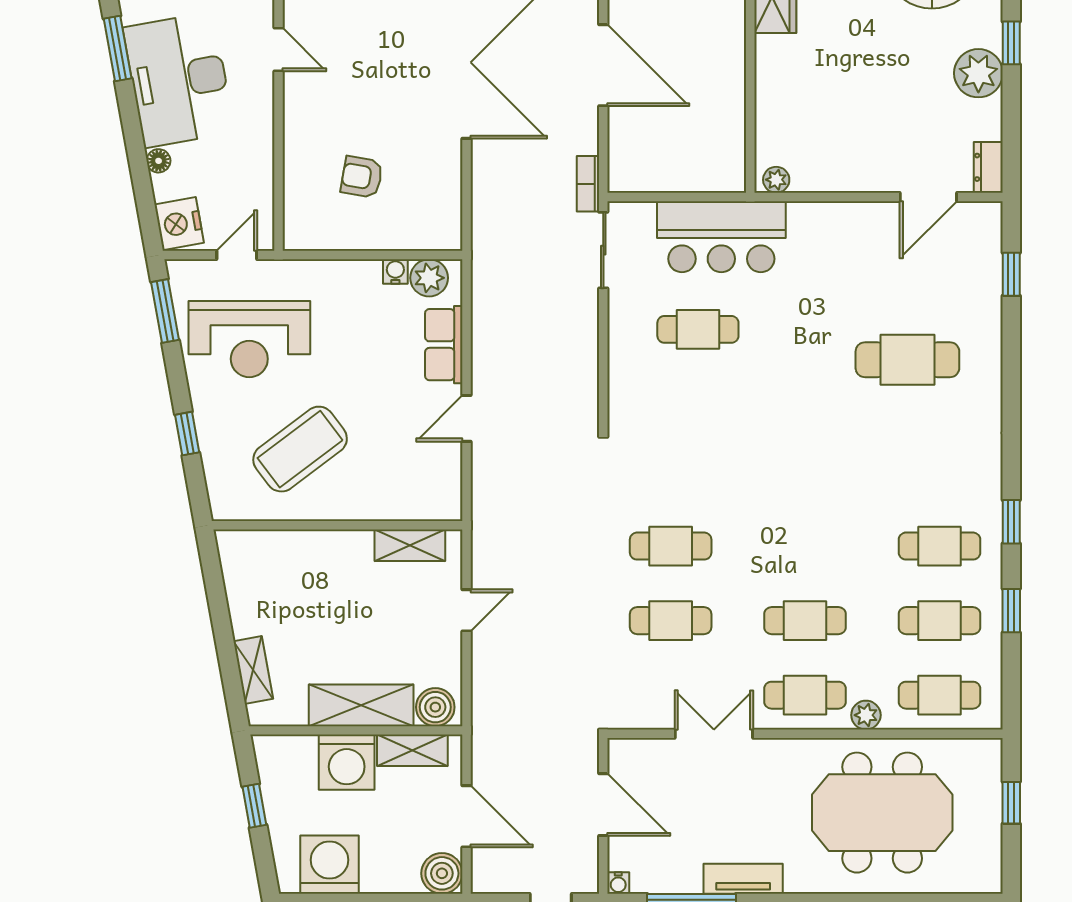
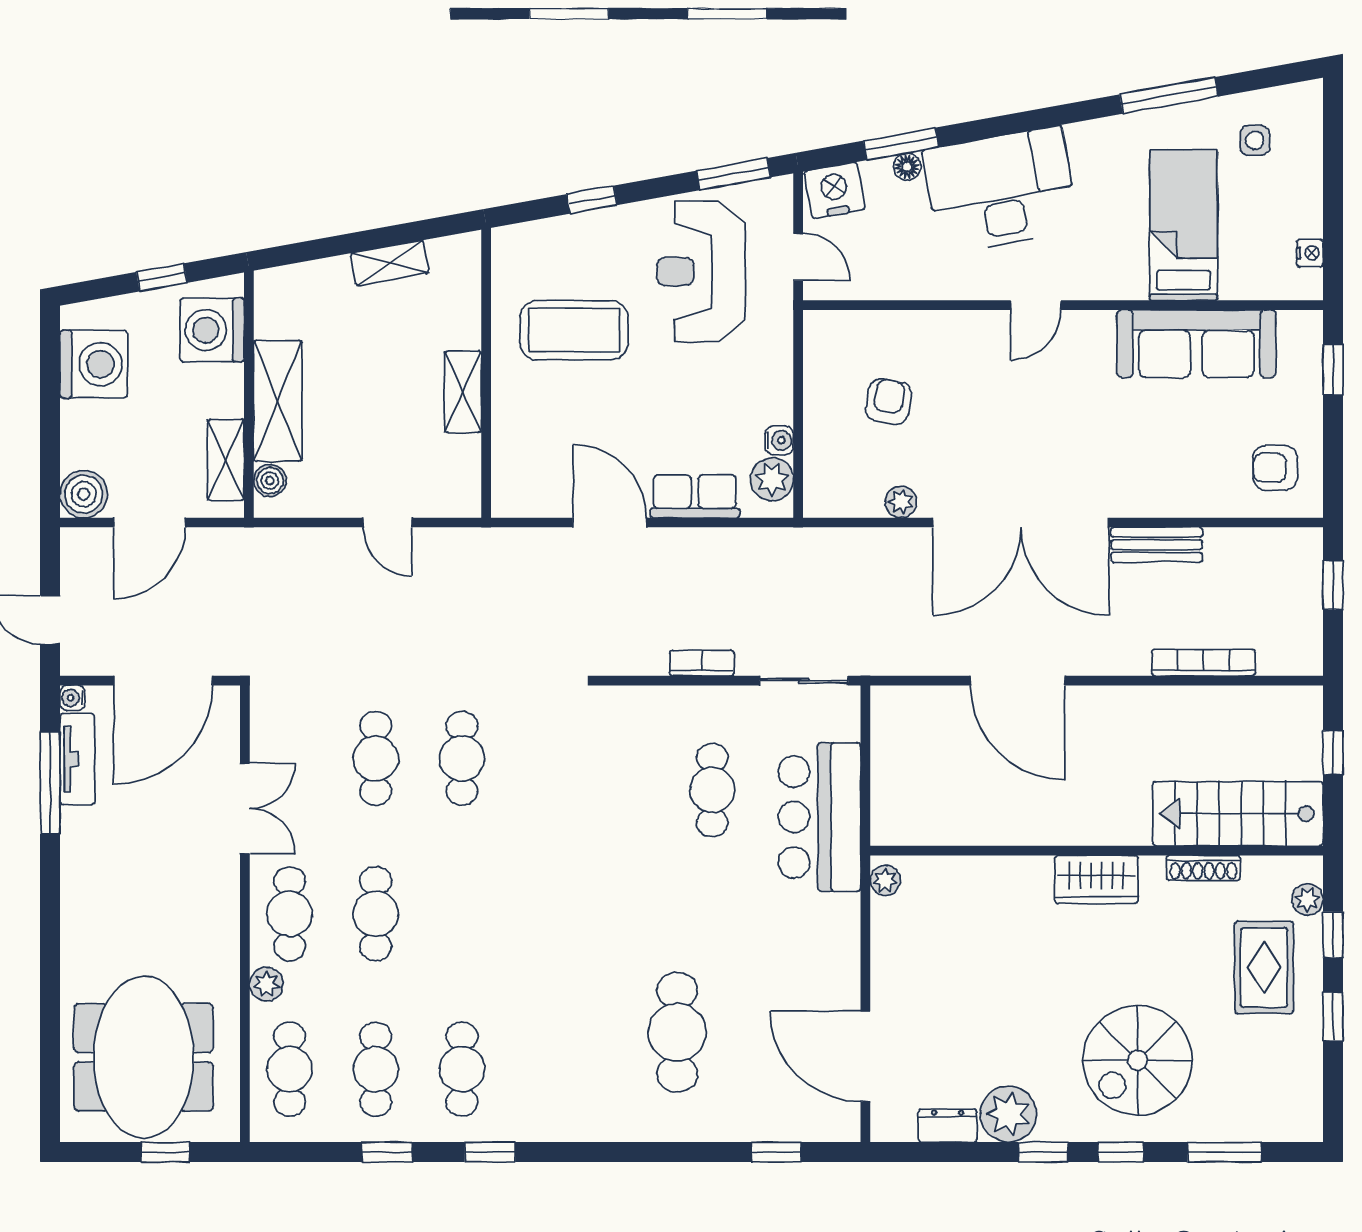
window: (118, 49) -> (901, 144), moved
door: (603, 65) -> (1018, 681), hinge flipped
plant: (449, 166) -> (901, 502), added
dresser: (988, 167) -> (948, 1126), moved
bookcase: (588, 184) -> (702, 663), moved
door: (928, 197) -> (865, 1056), width x1.36
door: (466, 418) -> (609, 522), width x1.38
coffee table: (300, 449) -> (574, 330), turned -53
shelving: (410, 545) -> (463, 392), moved
shelving: (253, 670) -> (390, 263), moved
boiler: (435, 707) -> (270, 481), width x0.73, depth x0.73
washing machine: (347, 762) -> (212, 330), moved
door: (603, 805) -> (163, 681), width x1.36
meeting table: (882, 813) -> (144, 1057), moved
tv unit: (743, 879) -> (77, 759), moved

